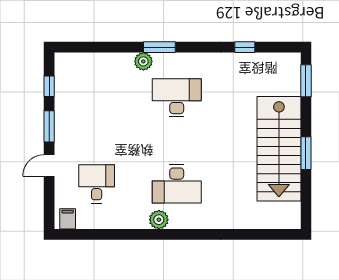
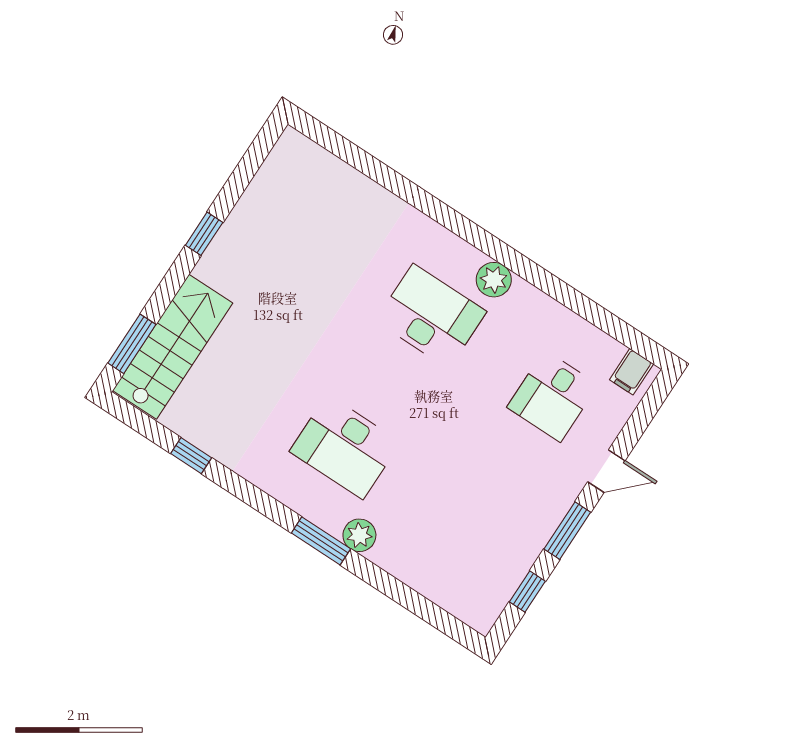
stairs: (279, 149) -> (173, 347), moved, width x0.73, depth x0.66
window: (306, 153) -> (204, 234), width x0.67

